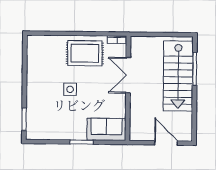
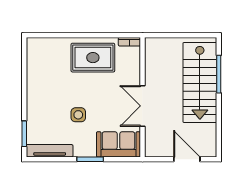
double door: (128, 75) -> (143, 106), moved
side table: (70, 89) -> (78, 115), moved
tv unit: (46, 134) -> (50, 151), added

